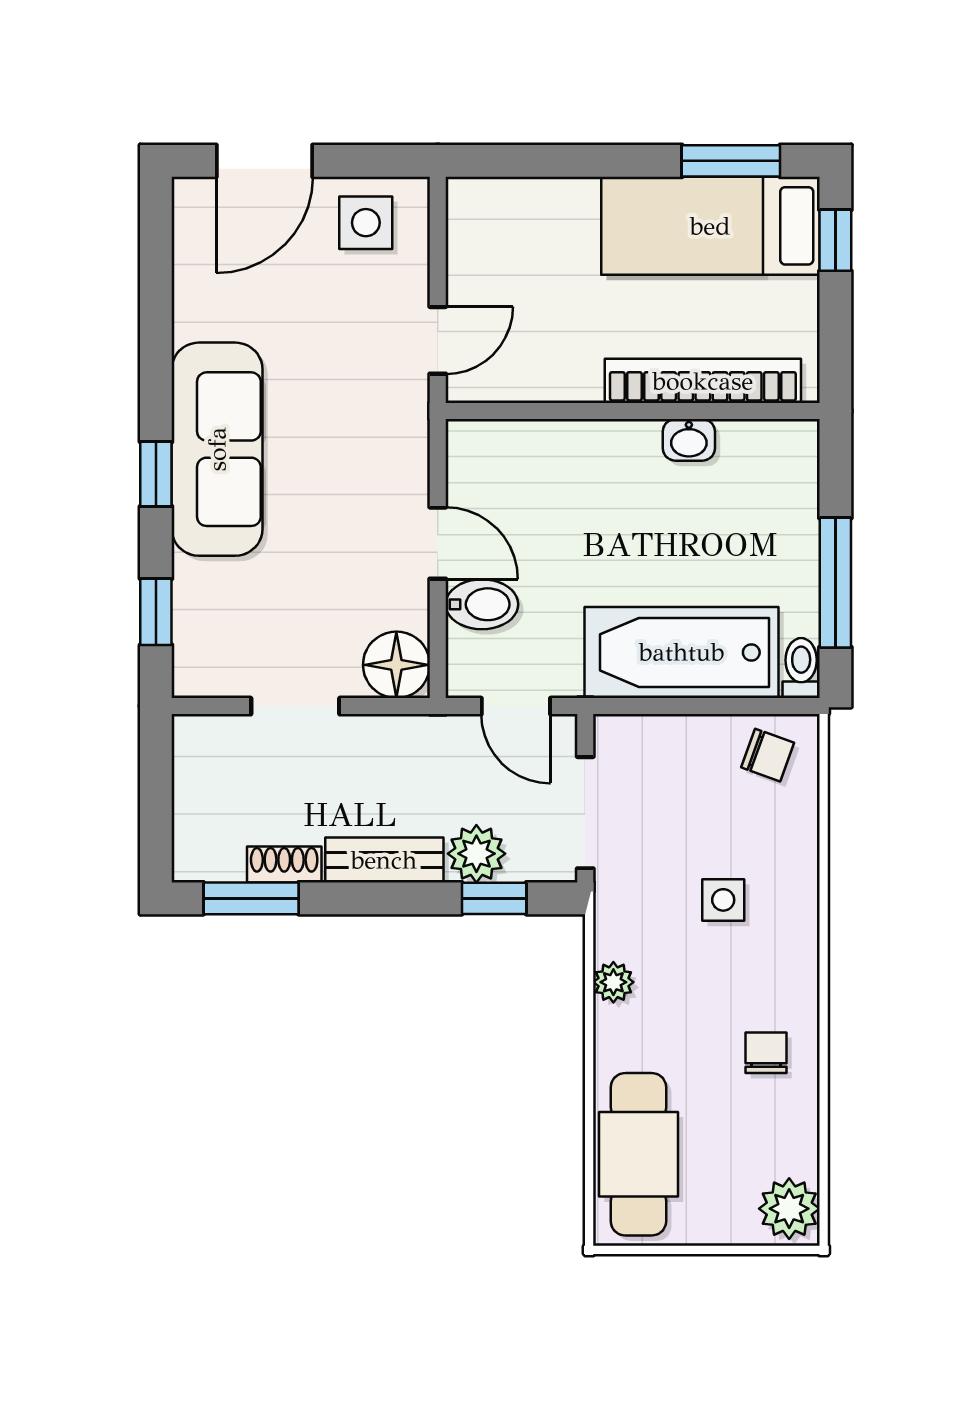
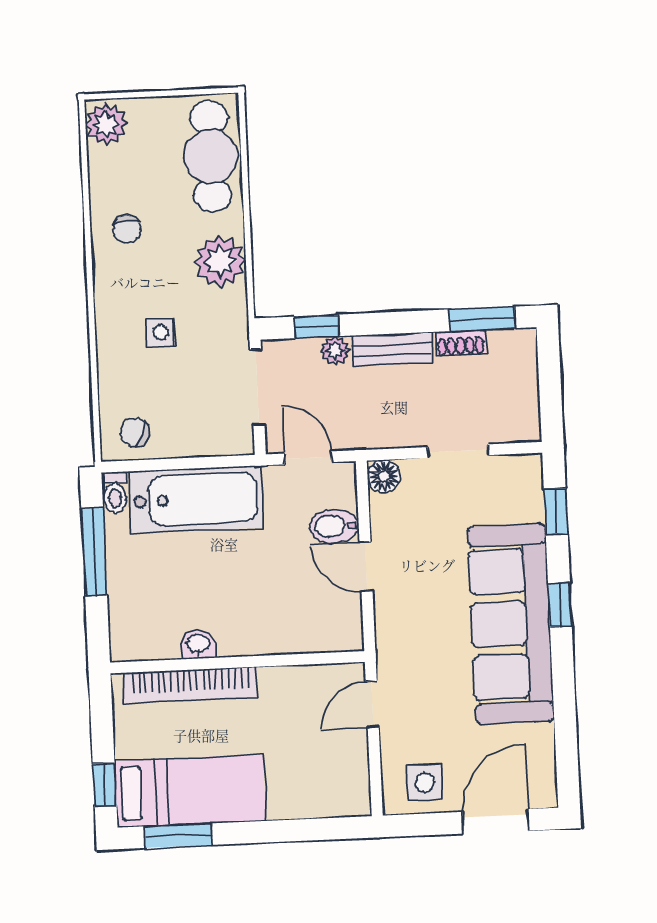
sofa: (217, 449) -> (511, 624), width x1.36, depth x1.27
floor lamp: (396, 665) -> (384, 476), width x0.73, depth x0.73
plant: (476, 854) -> (335, 351), width x0.73, depth x0.73
plant: (613, 982) -> (220, 261), width x1.88, depth x1.88

